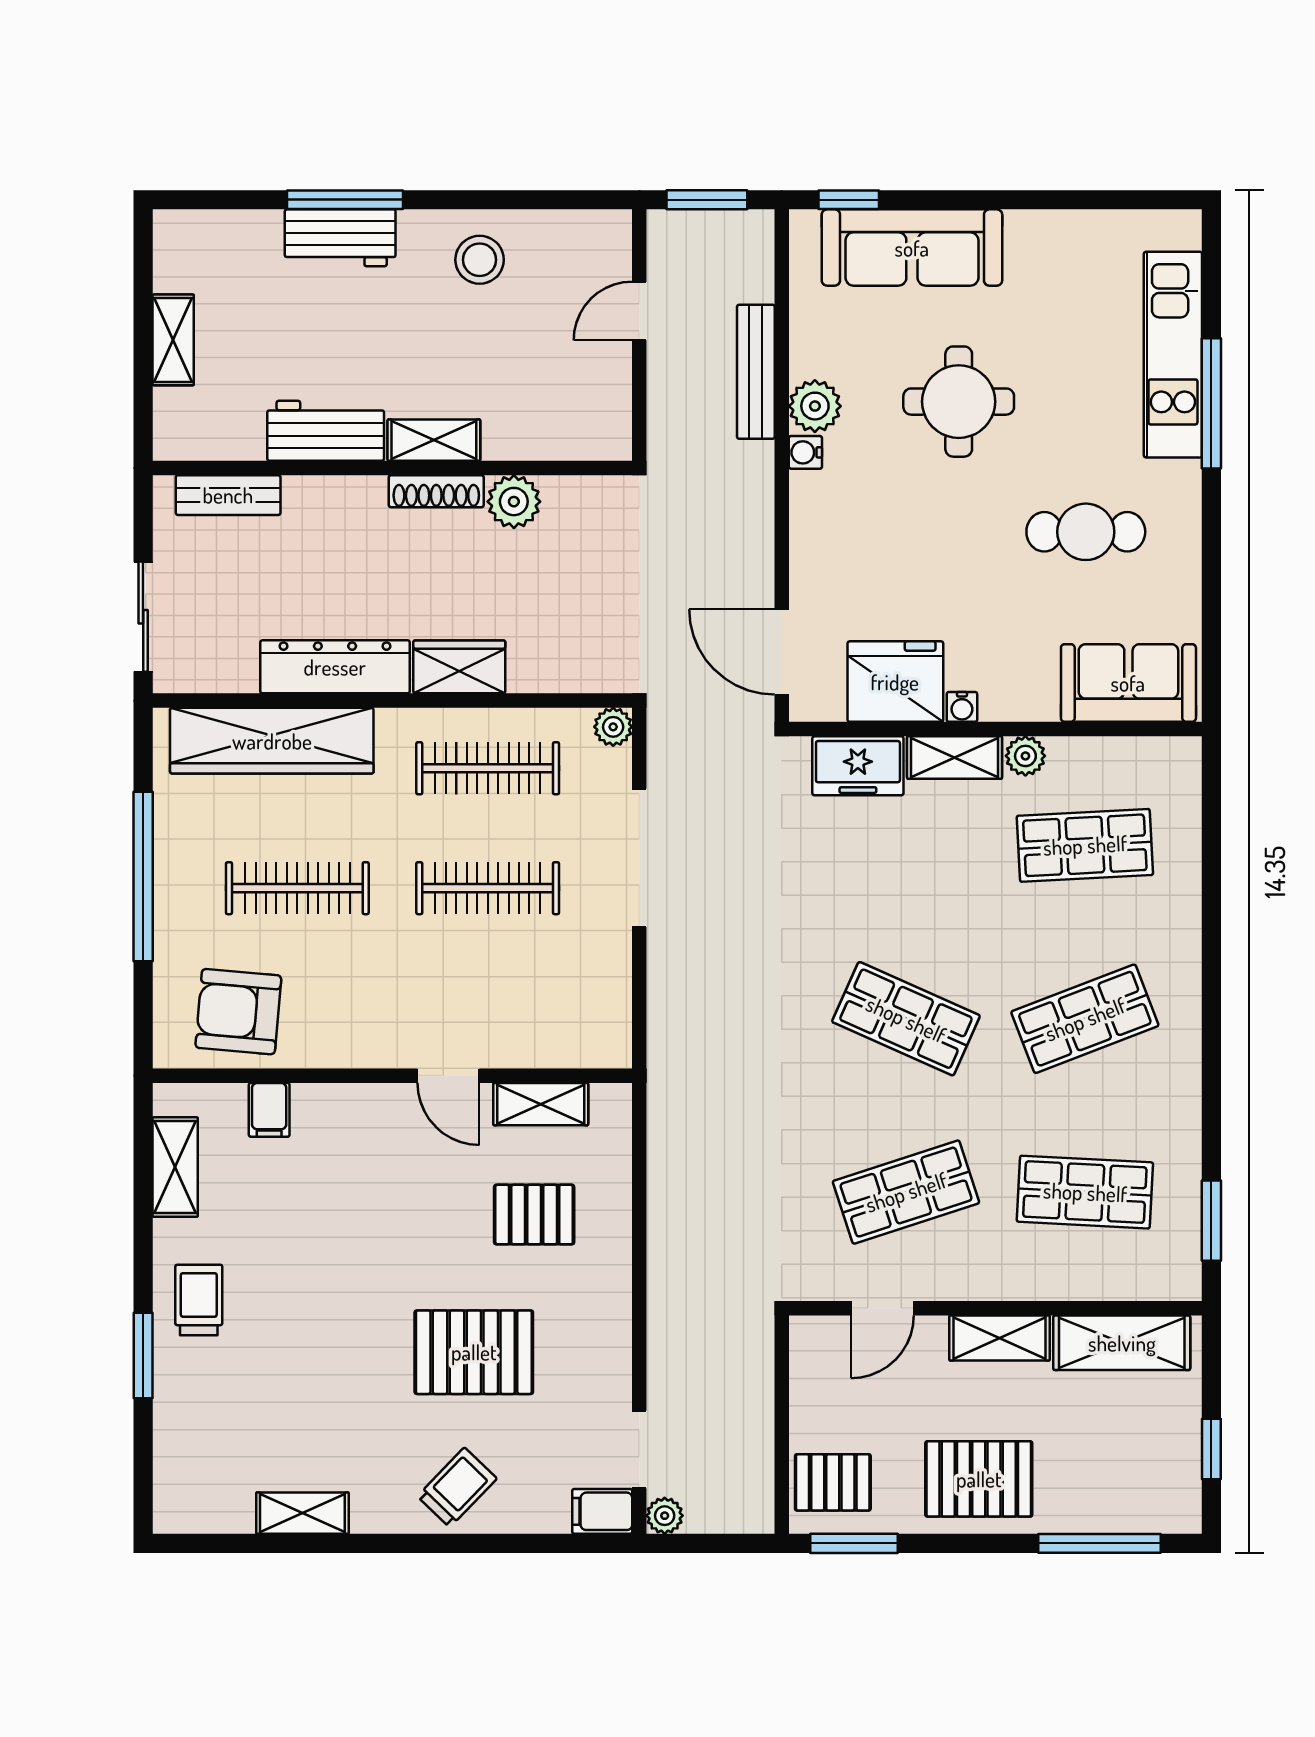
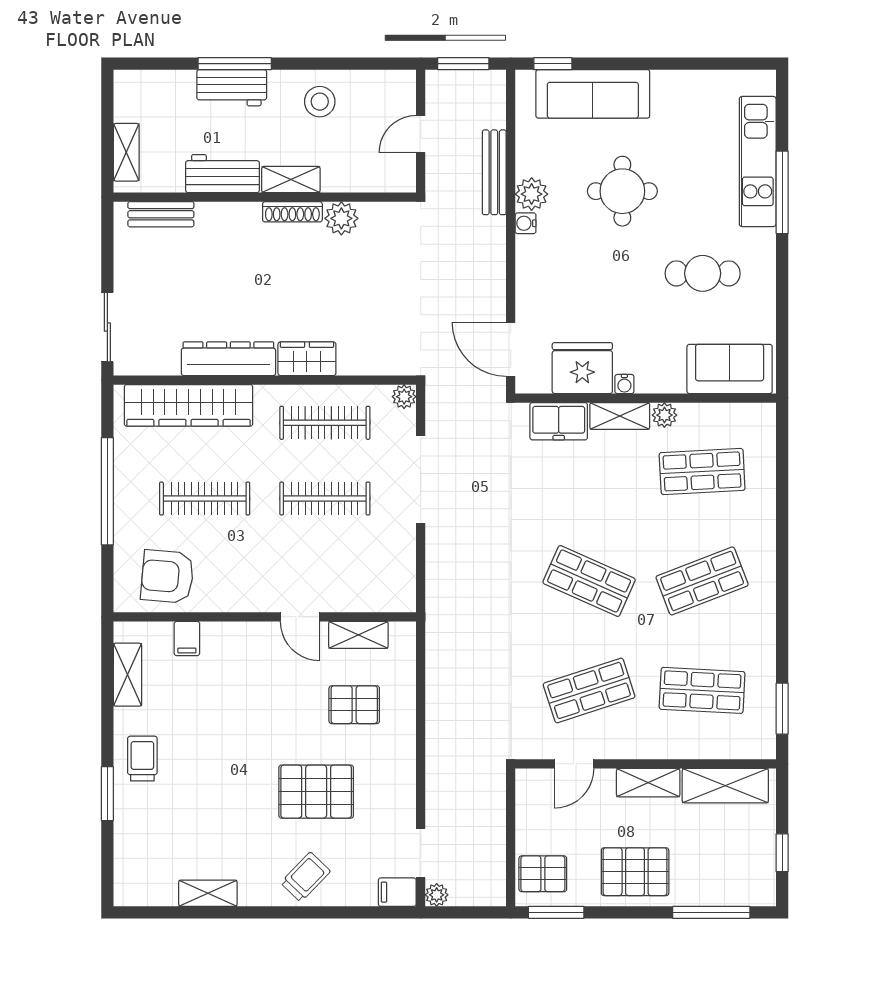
workbench: (326, 431) -> (223, 174), moved
shelving: (434, 440) -> (291, 179), moved
wall: (392, 468) -> (265, 197), moved
shoe rack: (436, 491) -> (292, 212), moved
bench: (228, 495) -> (161, 214), moved
plant: (514, 502) -> (341, 218), moved

